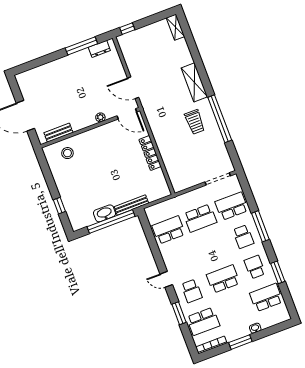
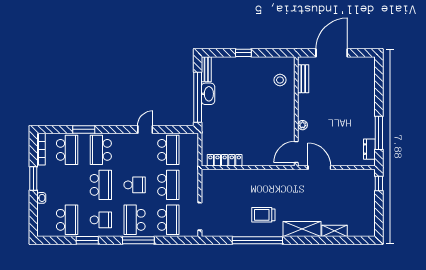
shelving: (175, 27) -> (334, 231), moved
door: (133, 88) -> (319, 168), hinge flipped
locker: (150, 153) -> (225, 160), moved
bench: (131, 205) -> (206, 69), moved, width x0.73
window: (59, 206) -> (243, 53), moved
school desk: (200, 218) -> (168, 185), turned 180
school desk: (243, 237) -> (135, 220), width x1.85
school desk: (212, 249) -> (135, 185), added
door: (166, 279) -> (145, 129), moved
school desk: (192, 291) -> (101, 150), width x1.85
school desk: (203, 321) -> (67, 150), turned 180

